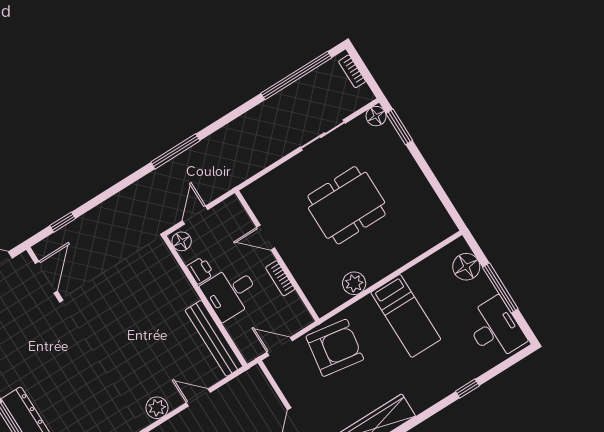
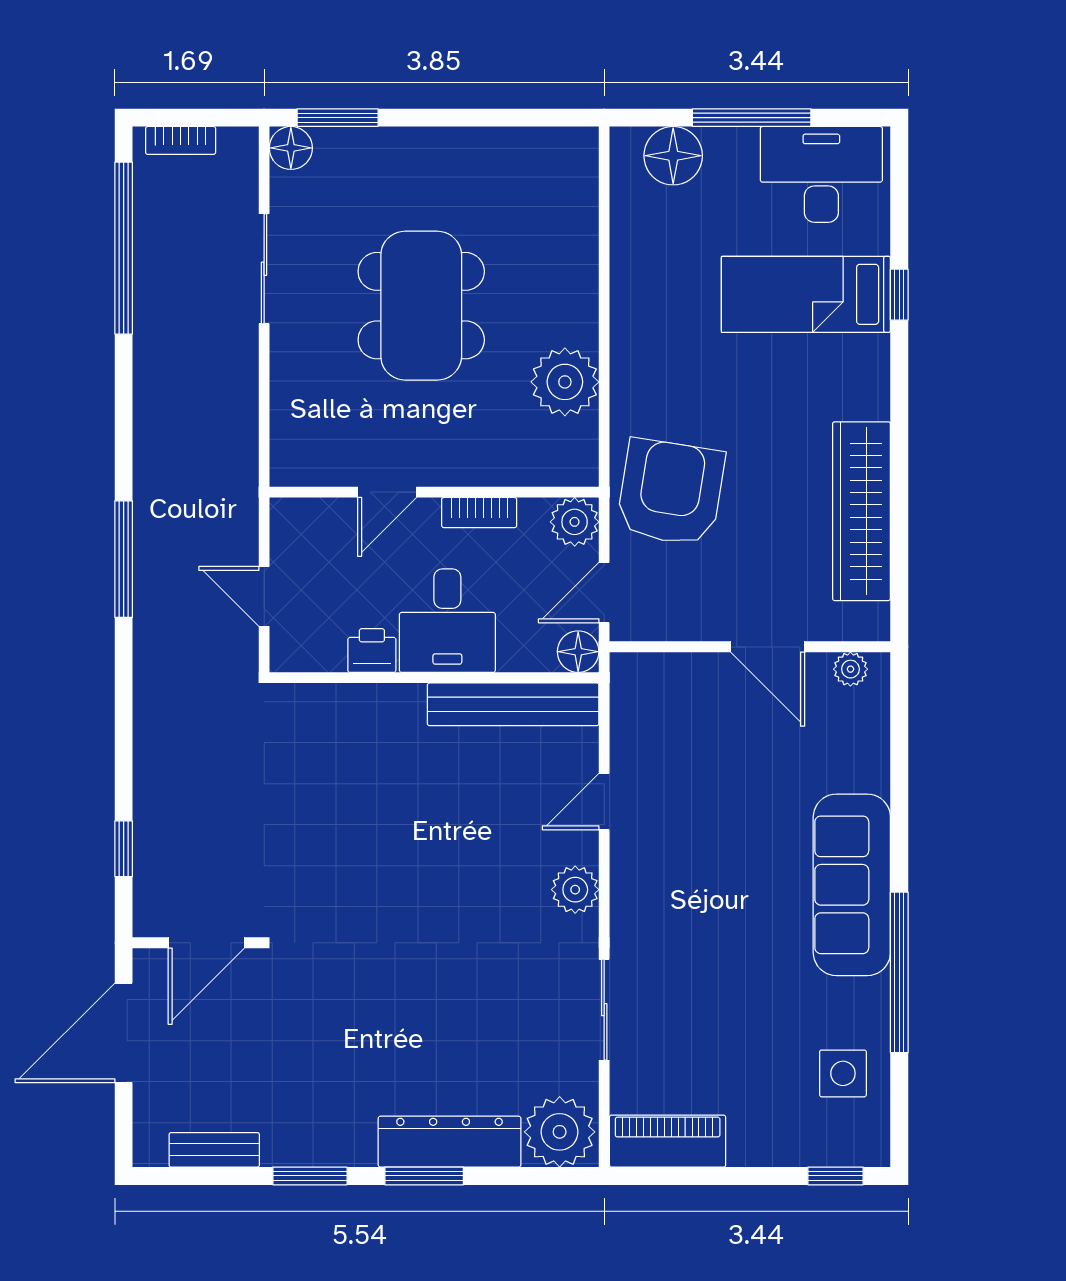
floor lamp: (182, 241) -> (578, 652), moved
door: (46, 277) -> (206, 943), swing flipped
plant: (354, 283) -> (565, 382), width x1.36, depth x1.36
bed: (406, 316) -> (806, 294), moved, turned 180
plant: (300, 318) -> (575, 522), added

